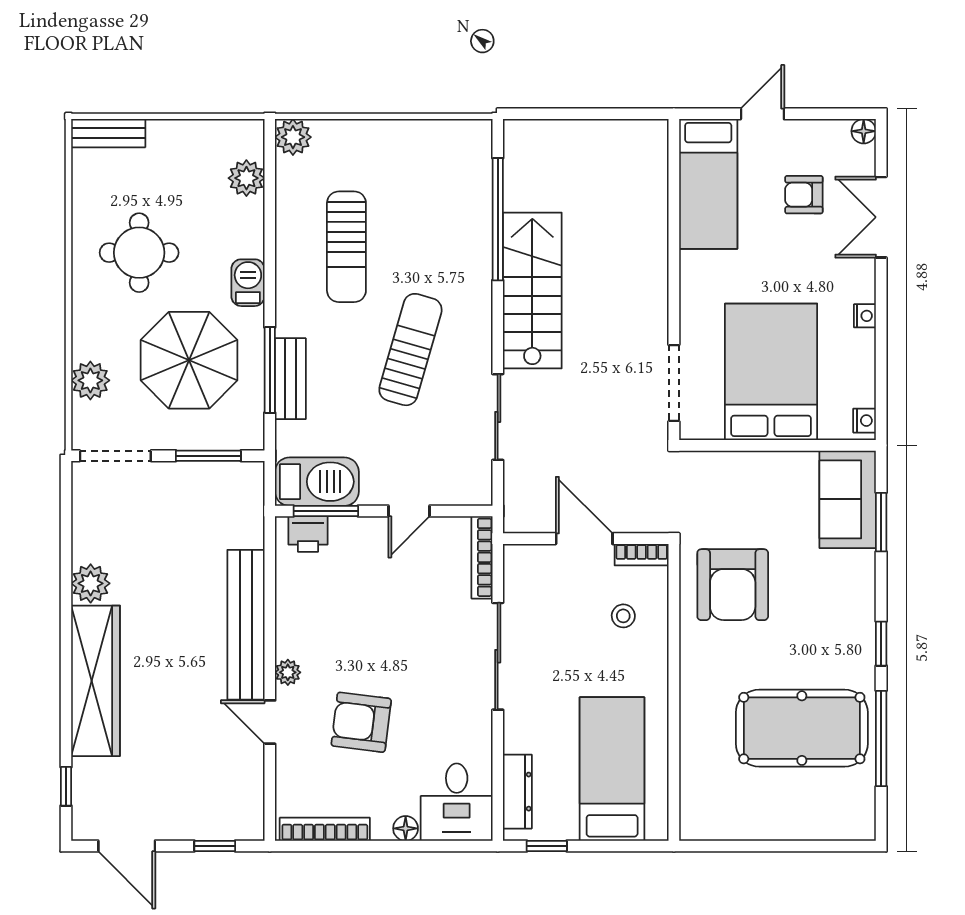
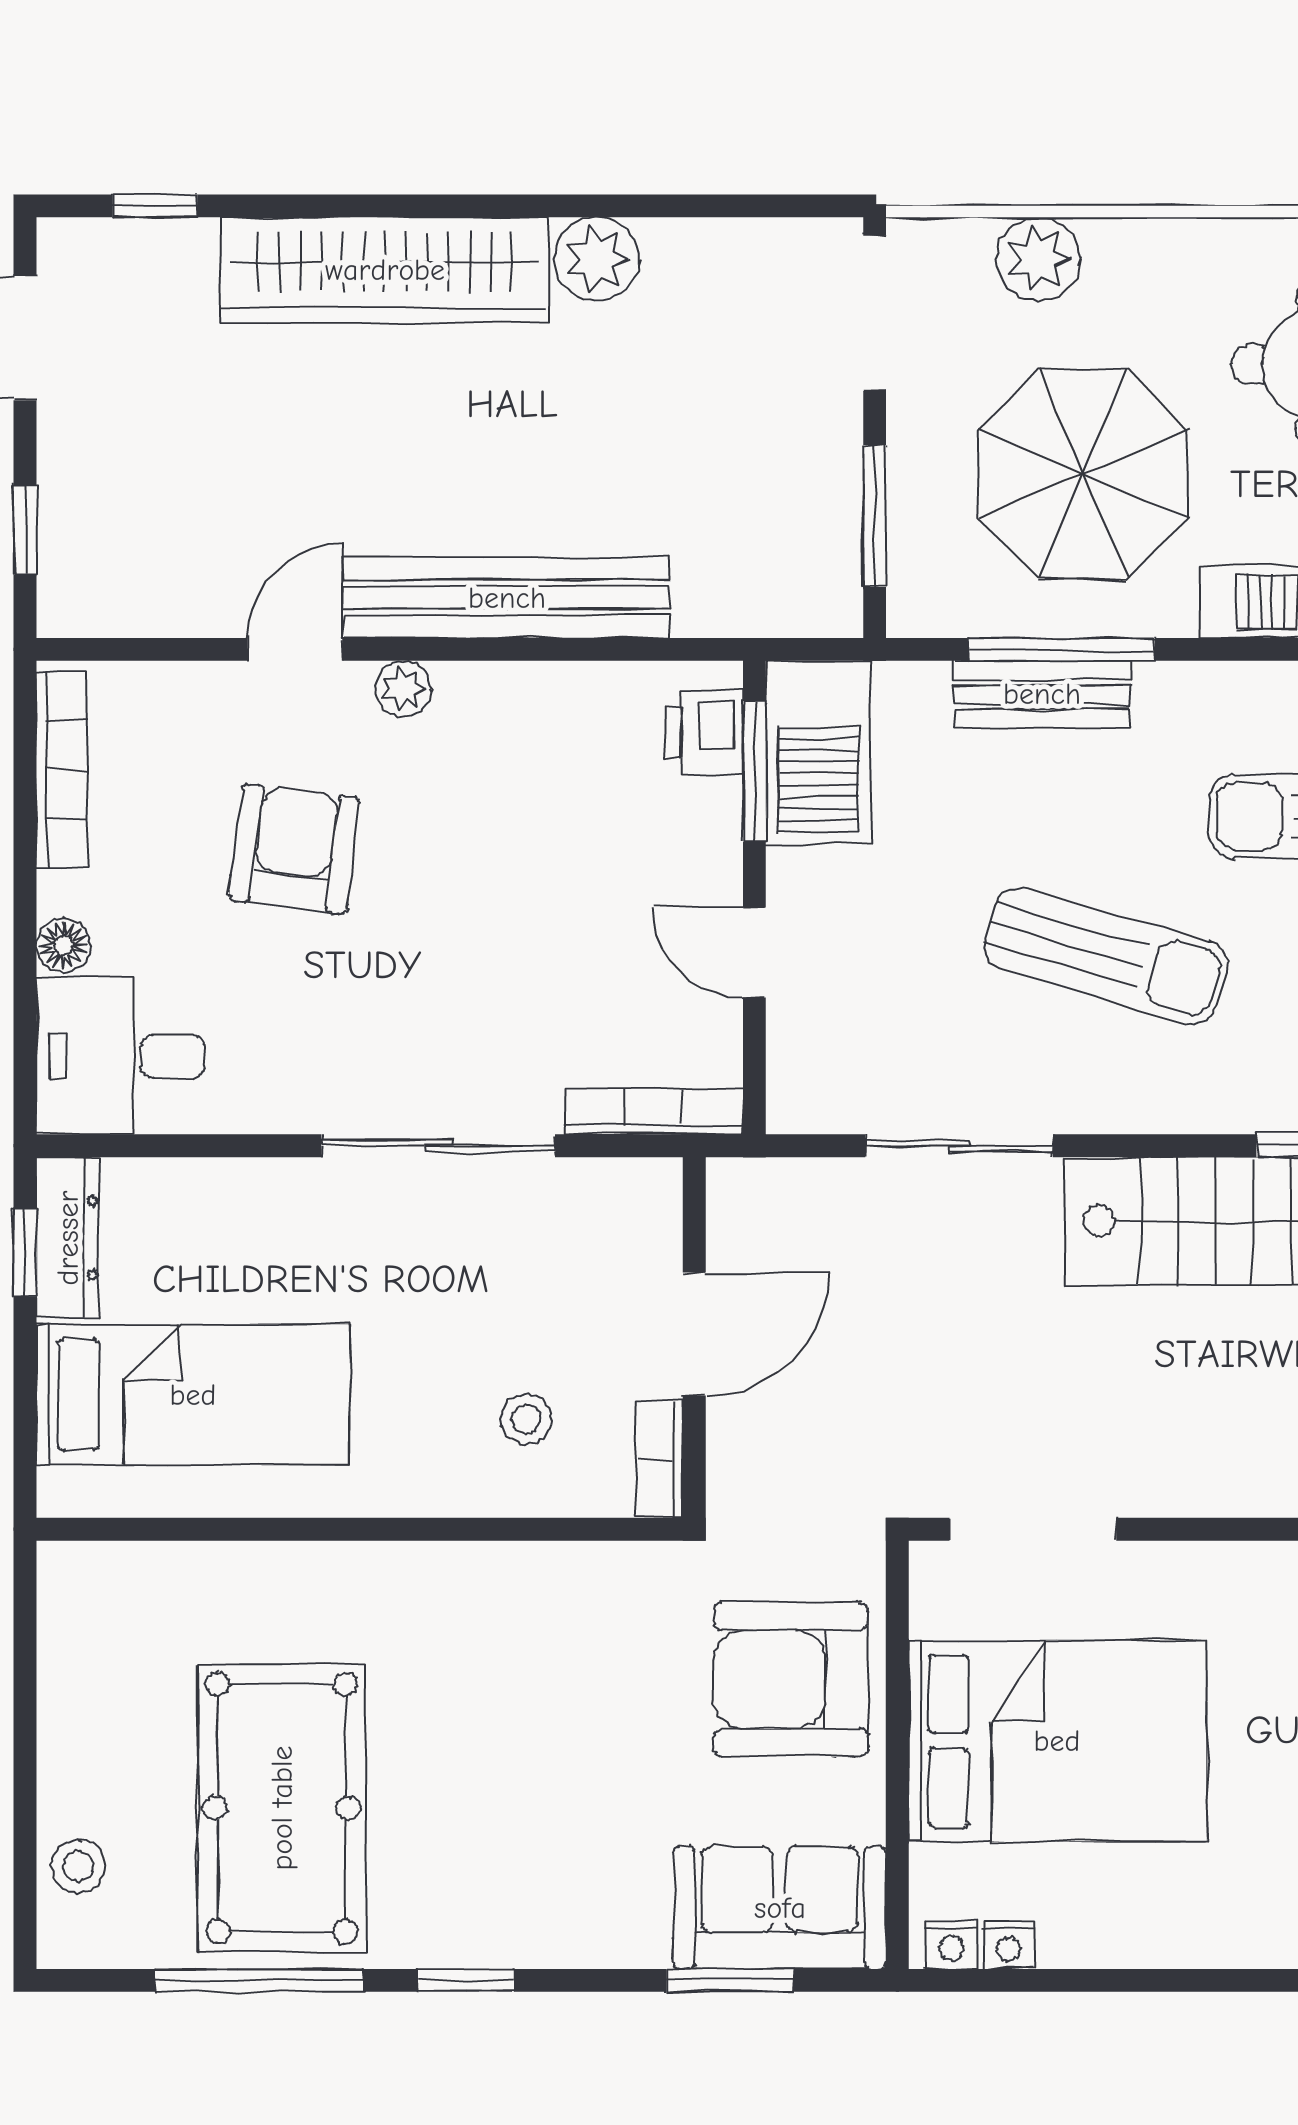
nightstand: (865, 316) -> (1009, 1945), moved
armchair: (733, 585) -> (791, 1680), moved
dresser: (517, 792) -> (68, 1238), moved, turned -90
stool: (829, 822) -> (78, 1866), added

